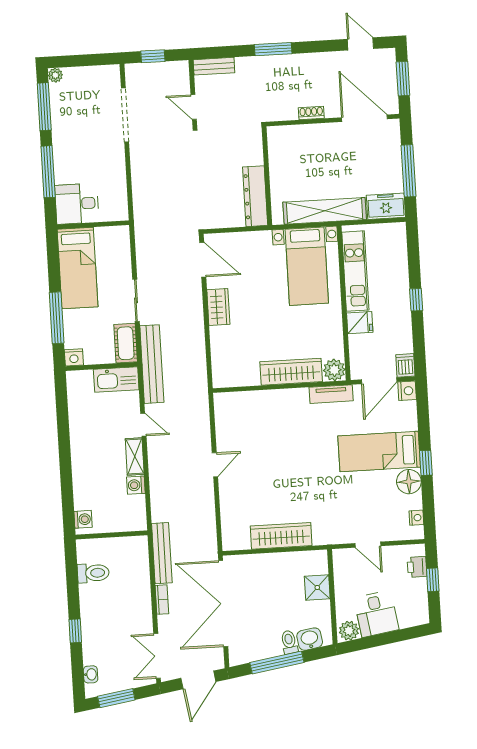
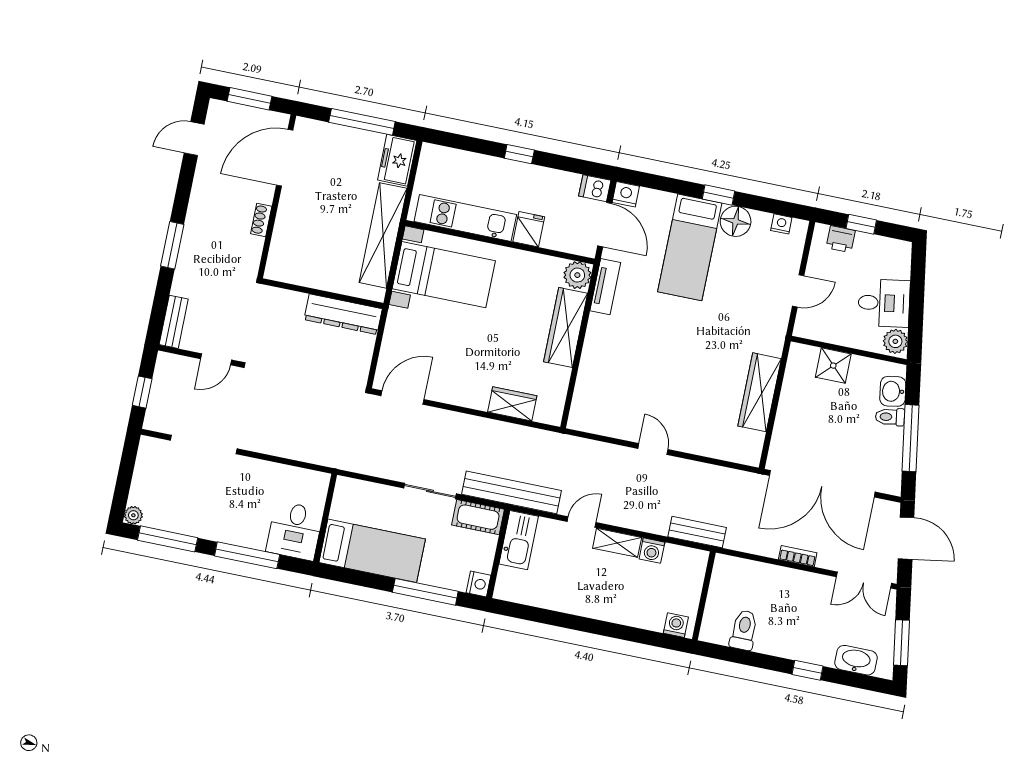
wardrobe: (218, 307) -> (512, 404), moved
bench: (162, 553) -> (697, 532), moved, width x0.73
washbasin: (91, 674) -> (856, 660), width x1.91, depth x1.45

